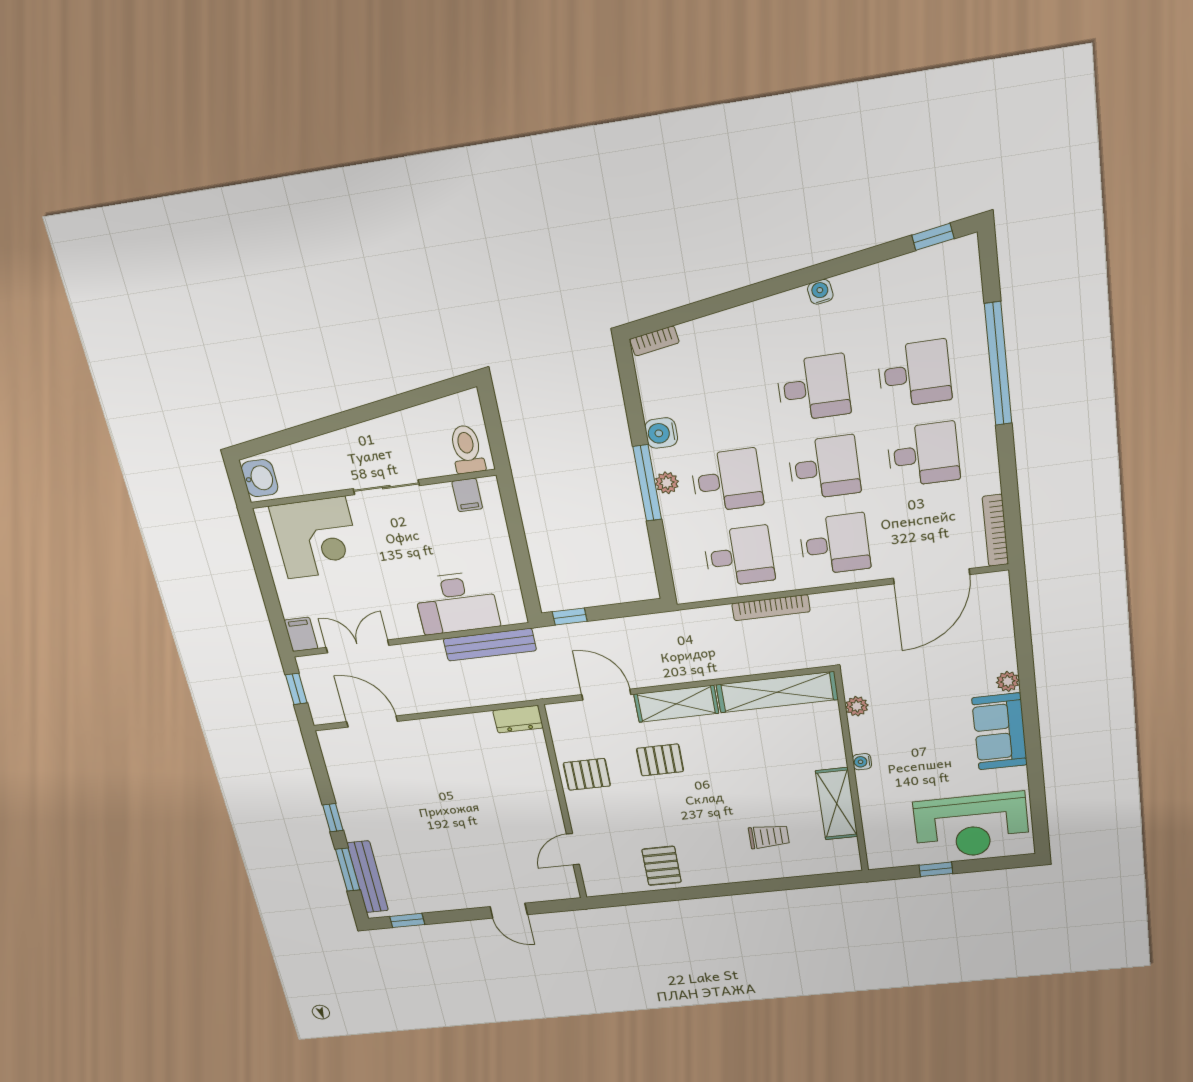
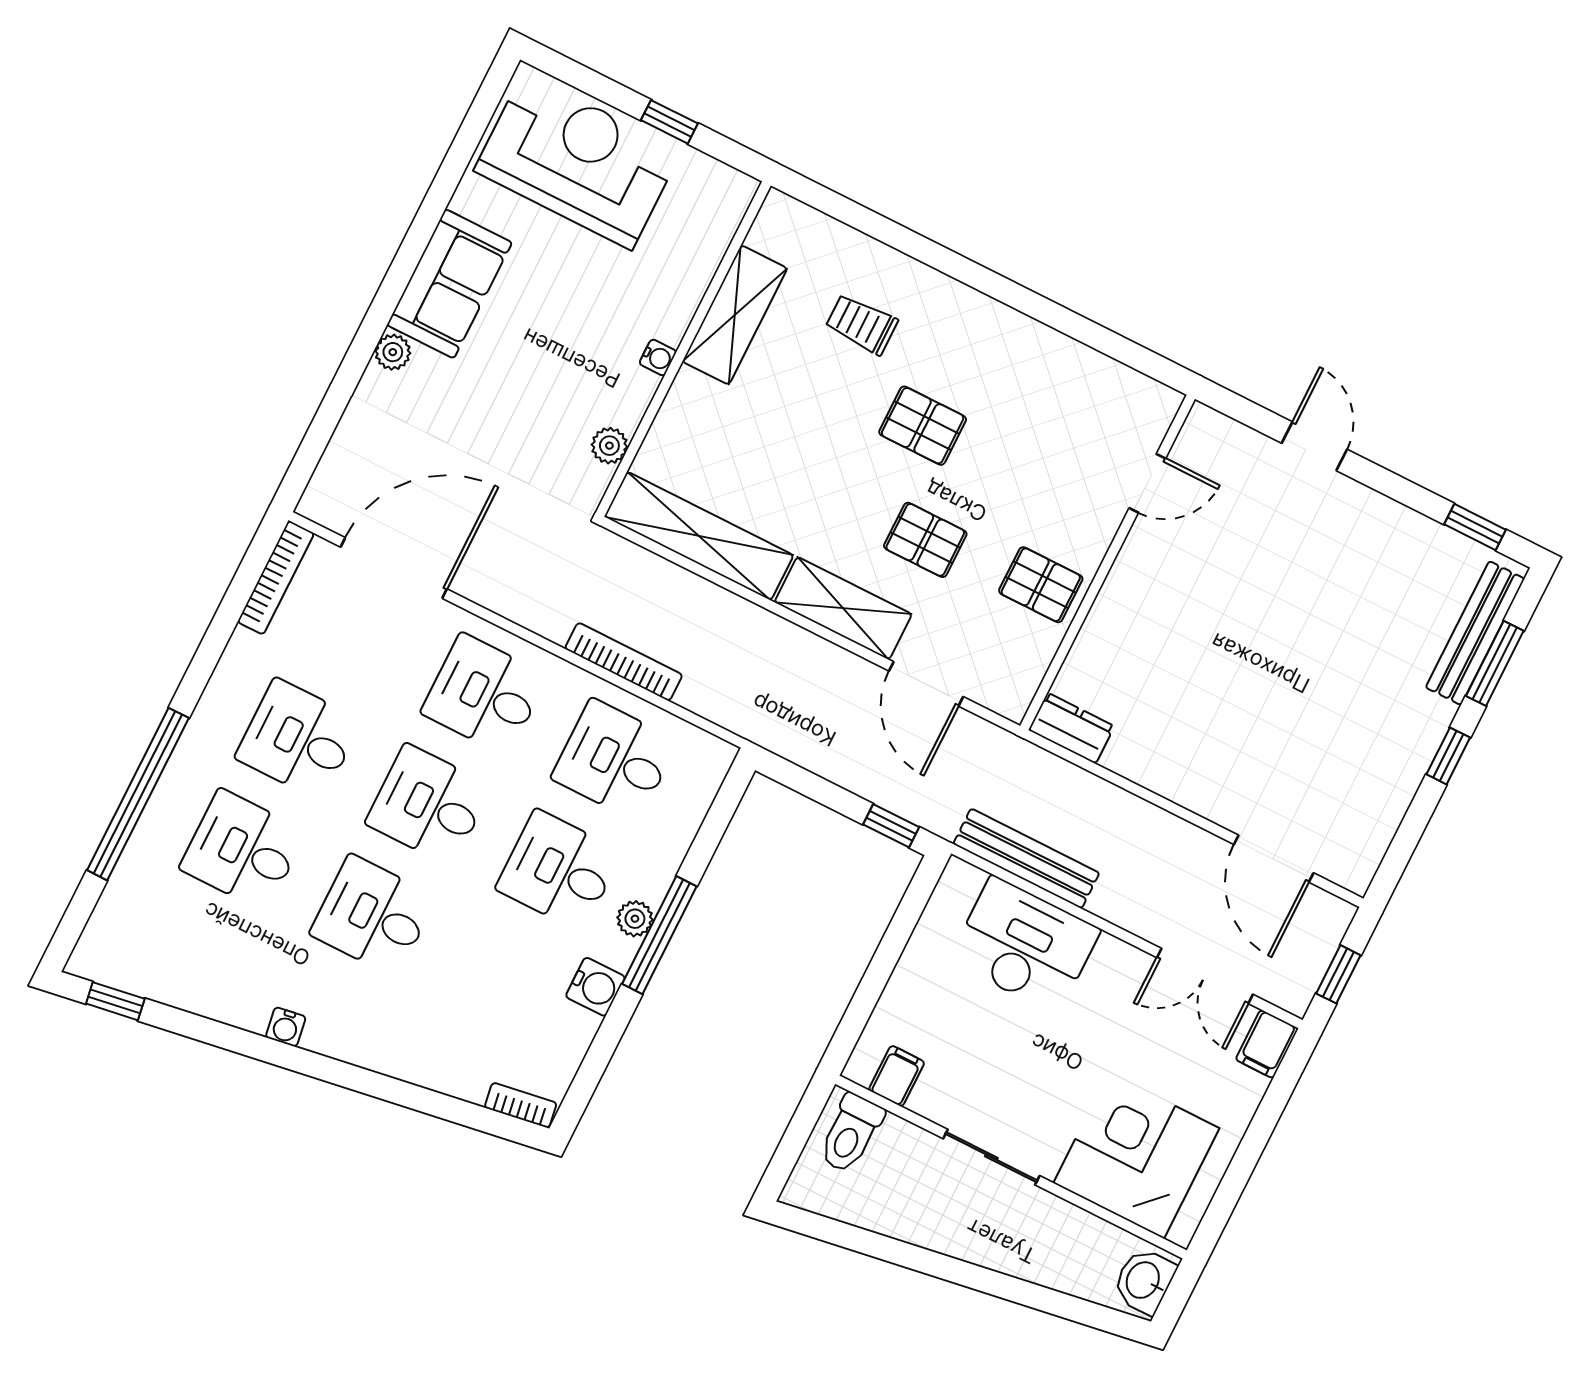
pallet: (662, 866) -> (923, 426), moved, turned 90

